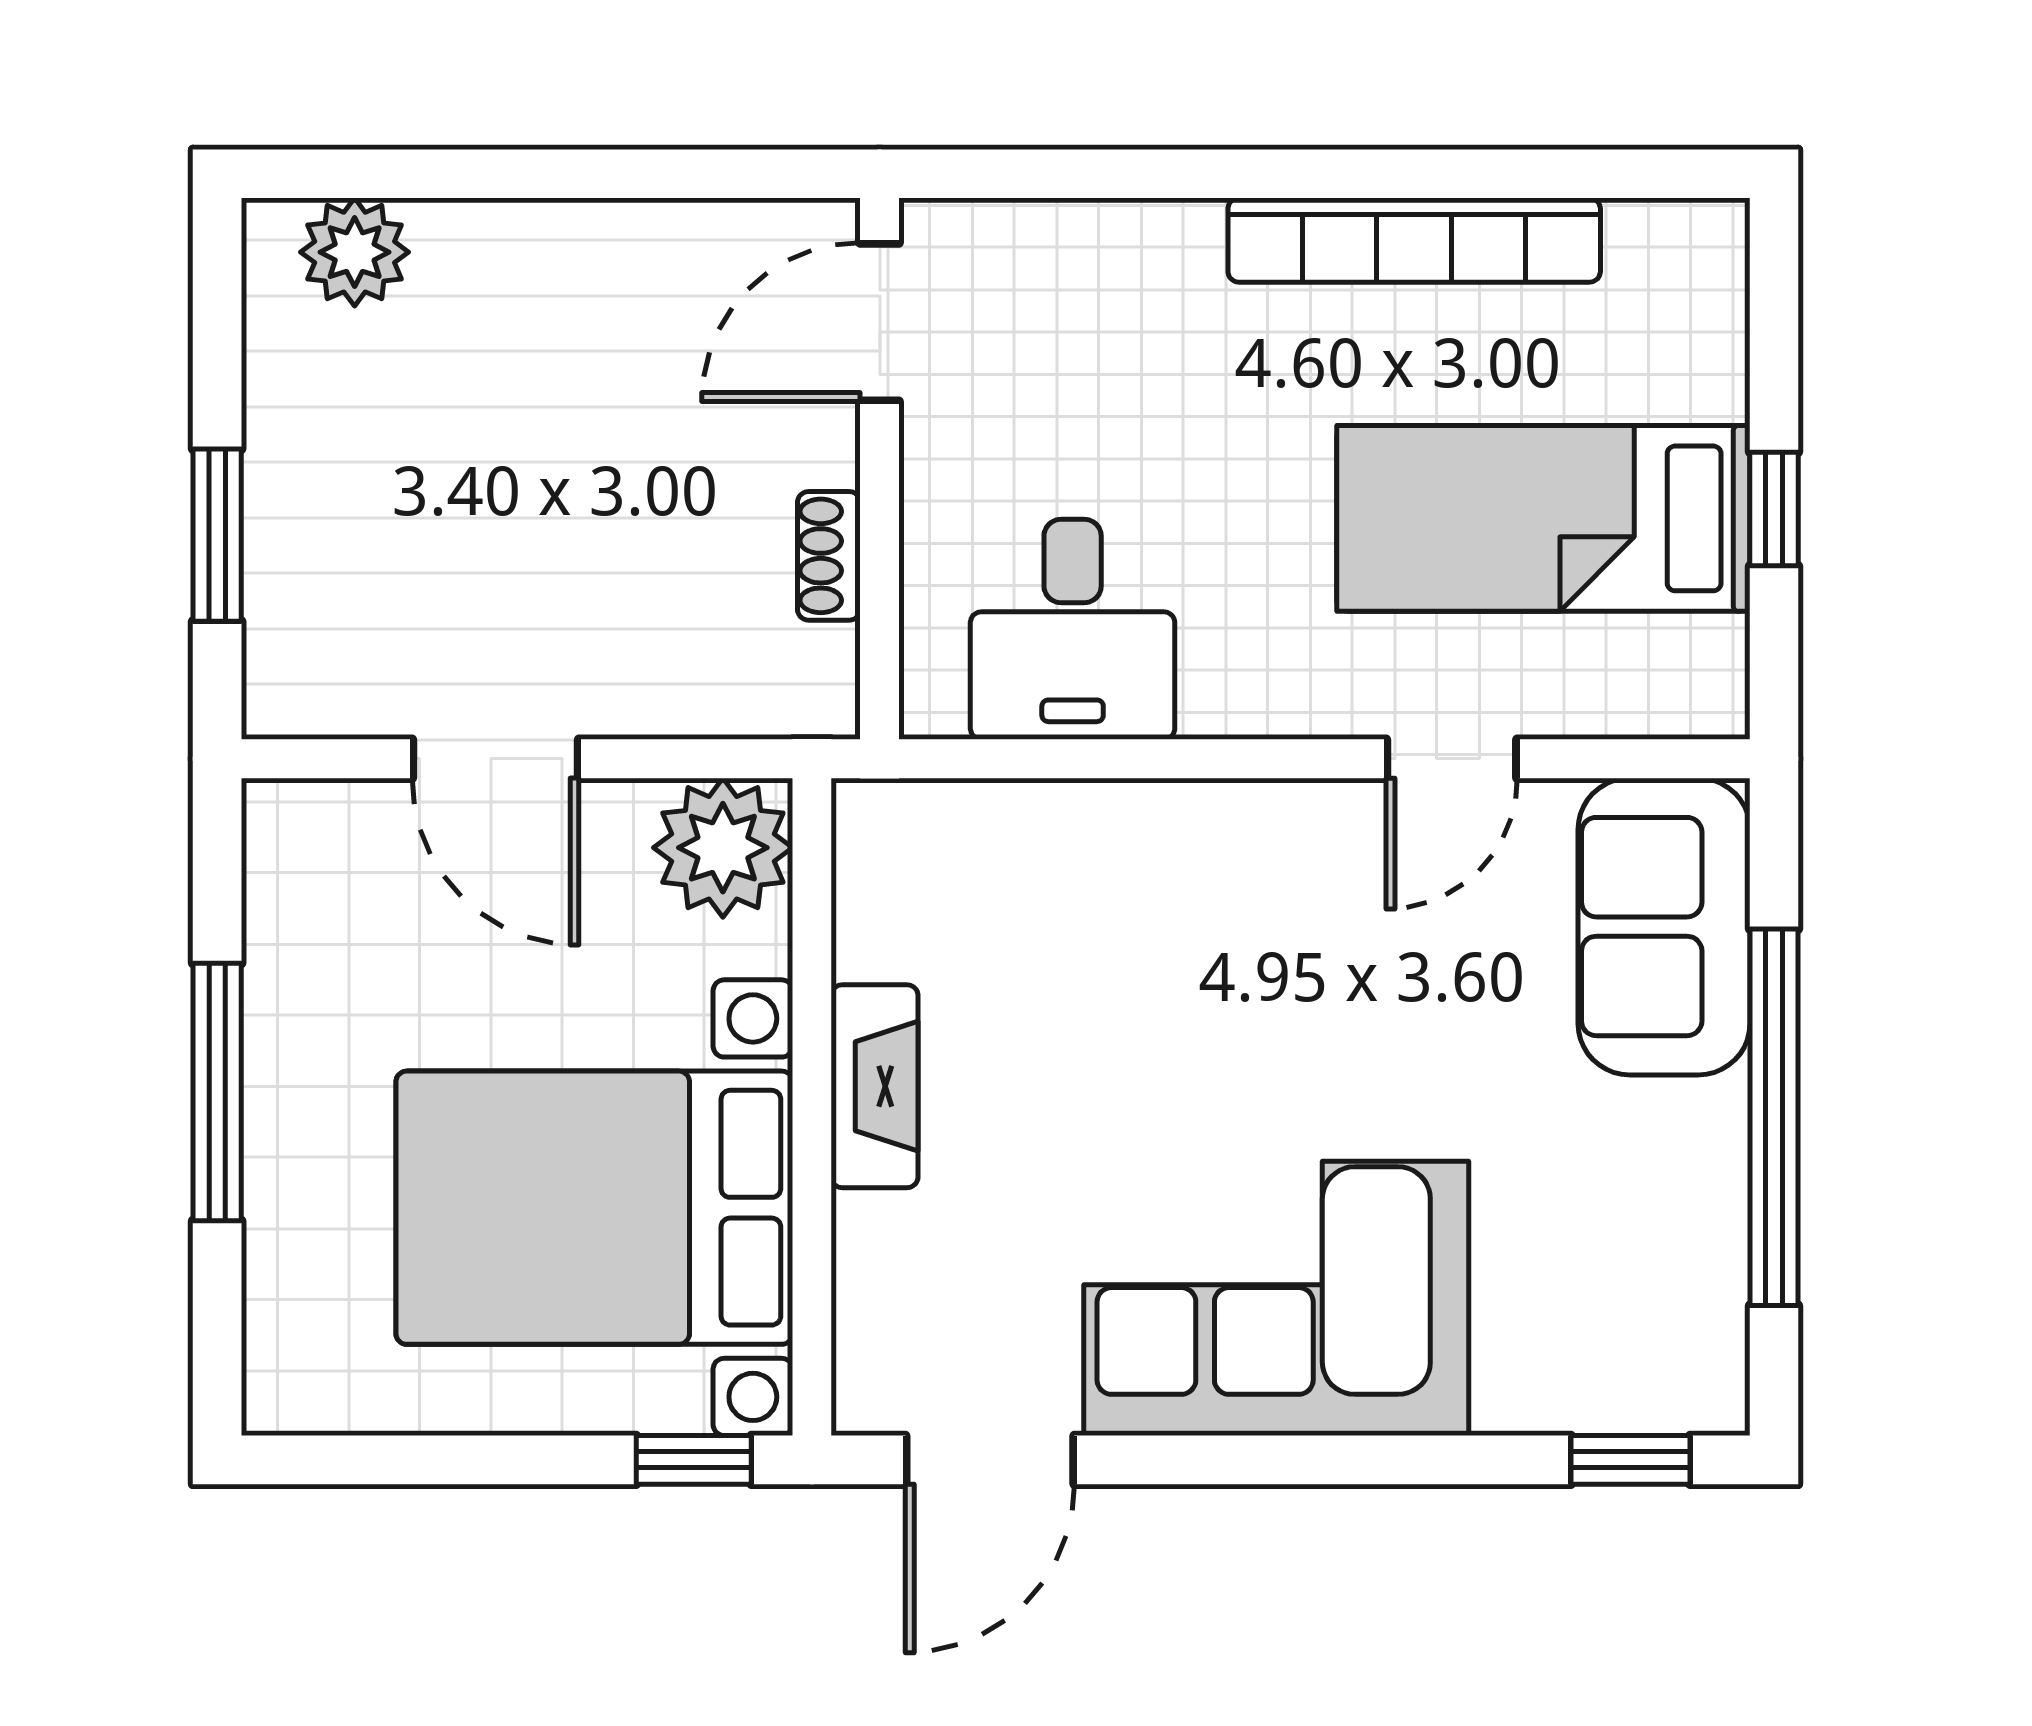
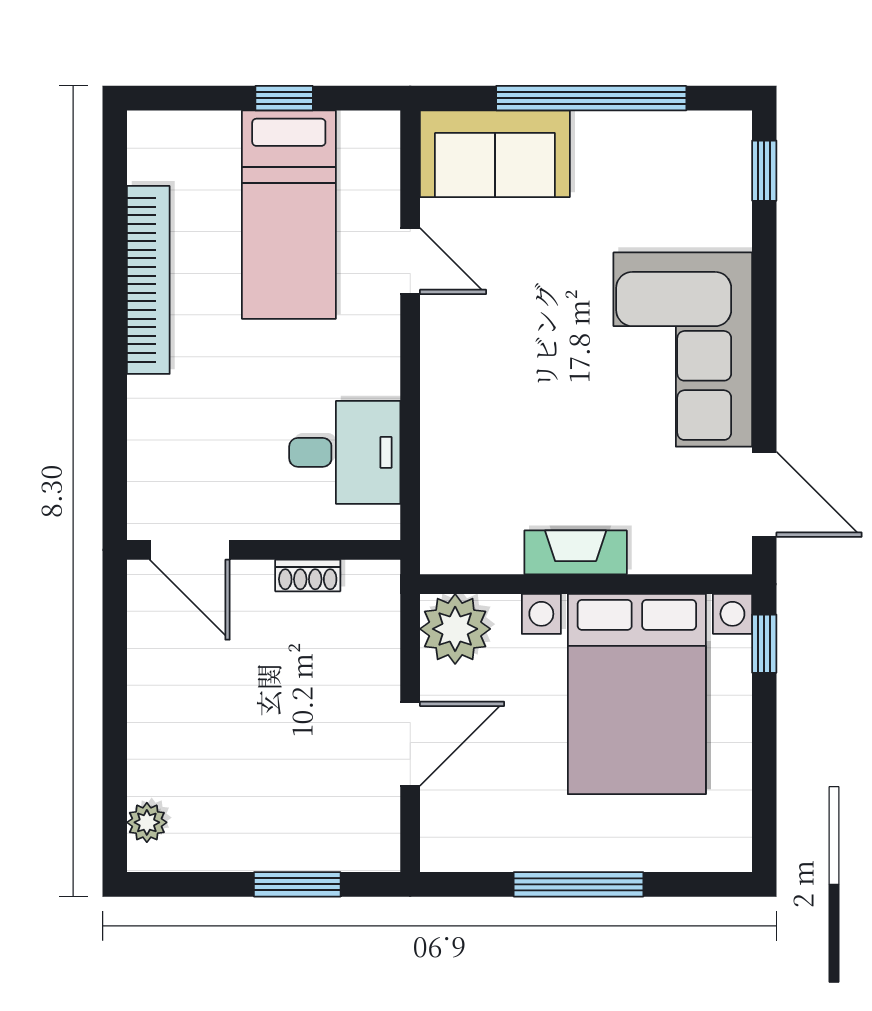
plant: (355, 252) -> (147, 822), width x0.73, depth x0.73

